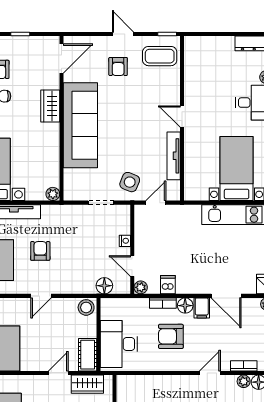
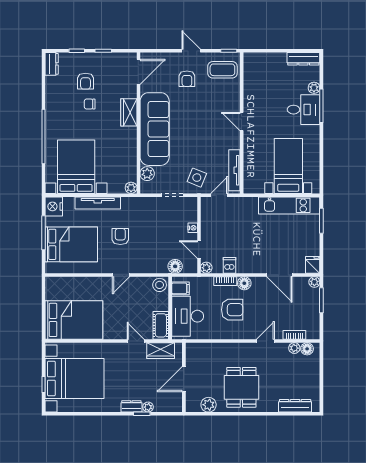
tv unit: (174, 156) -> (234, 170), moved
plant: (72, 177) -> (147, 174), added
filing cabinet: (202, 308) -> (180, 288), moved, turned -90
armchair: (171, 336) -> (232, 310), turned 180
door: (58, 373) -> (136, 341), hinge flipped

